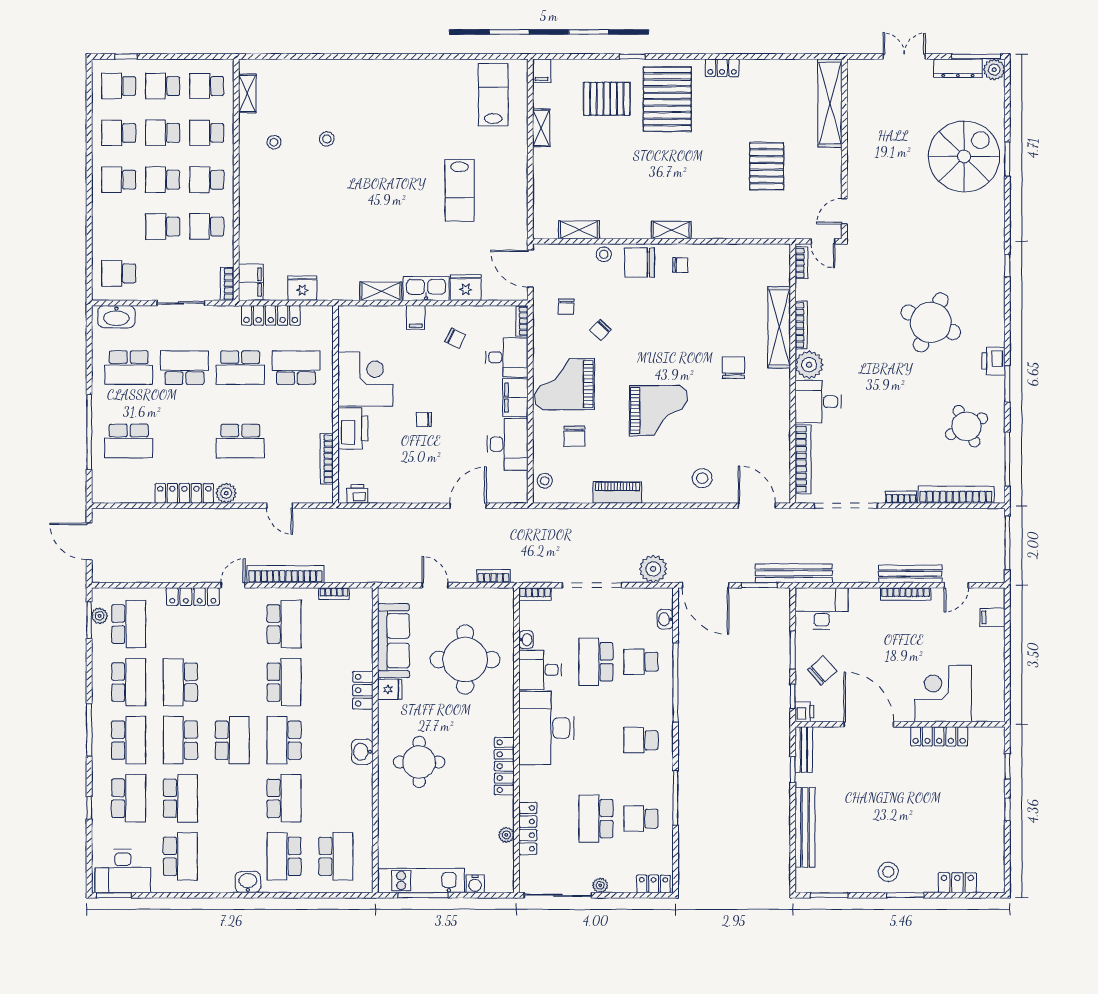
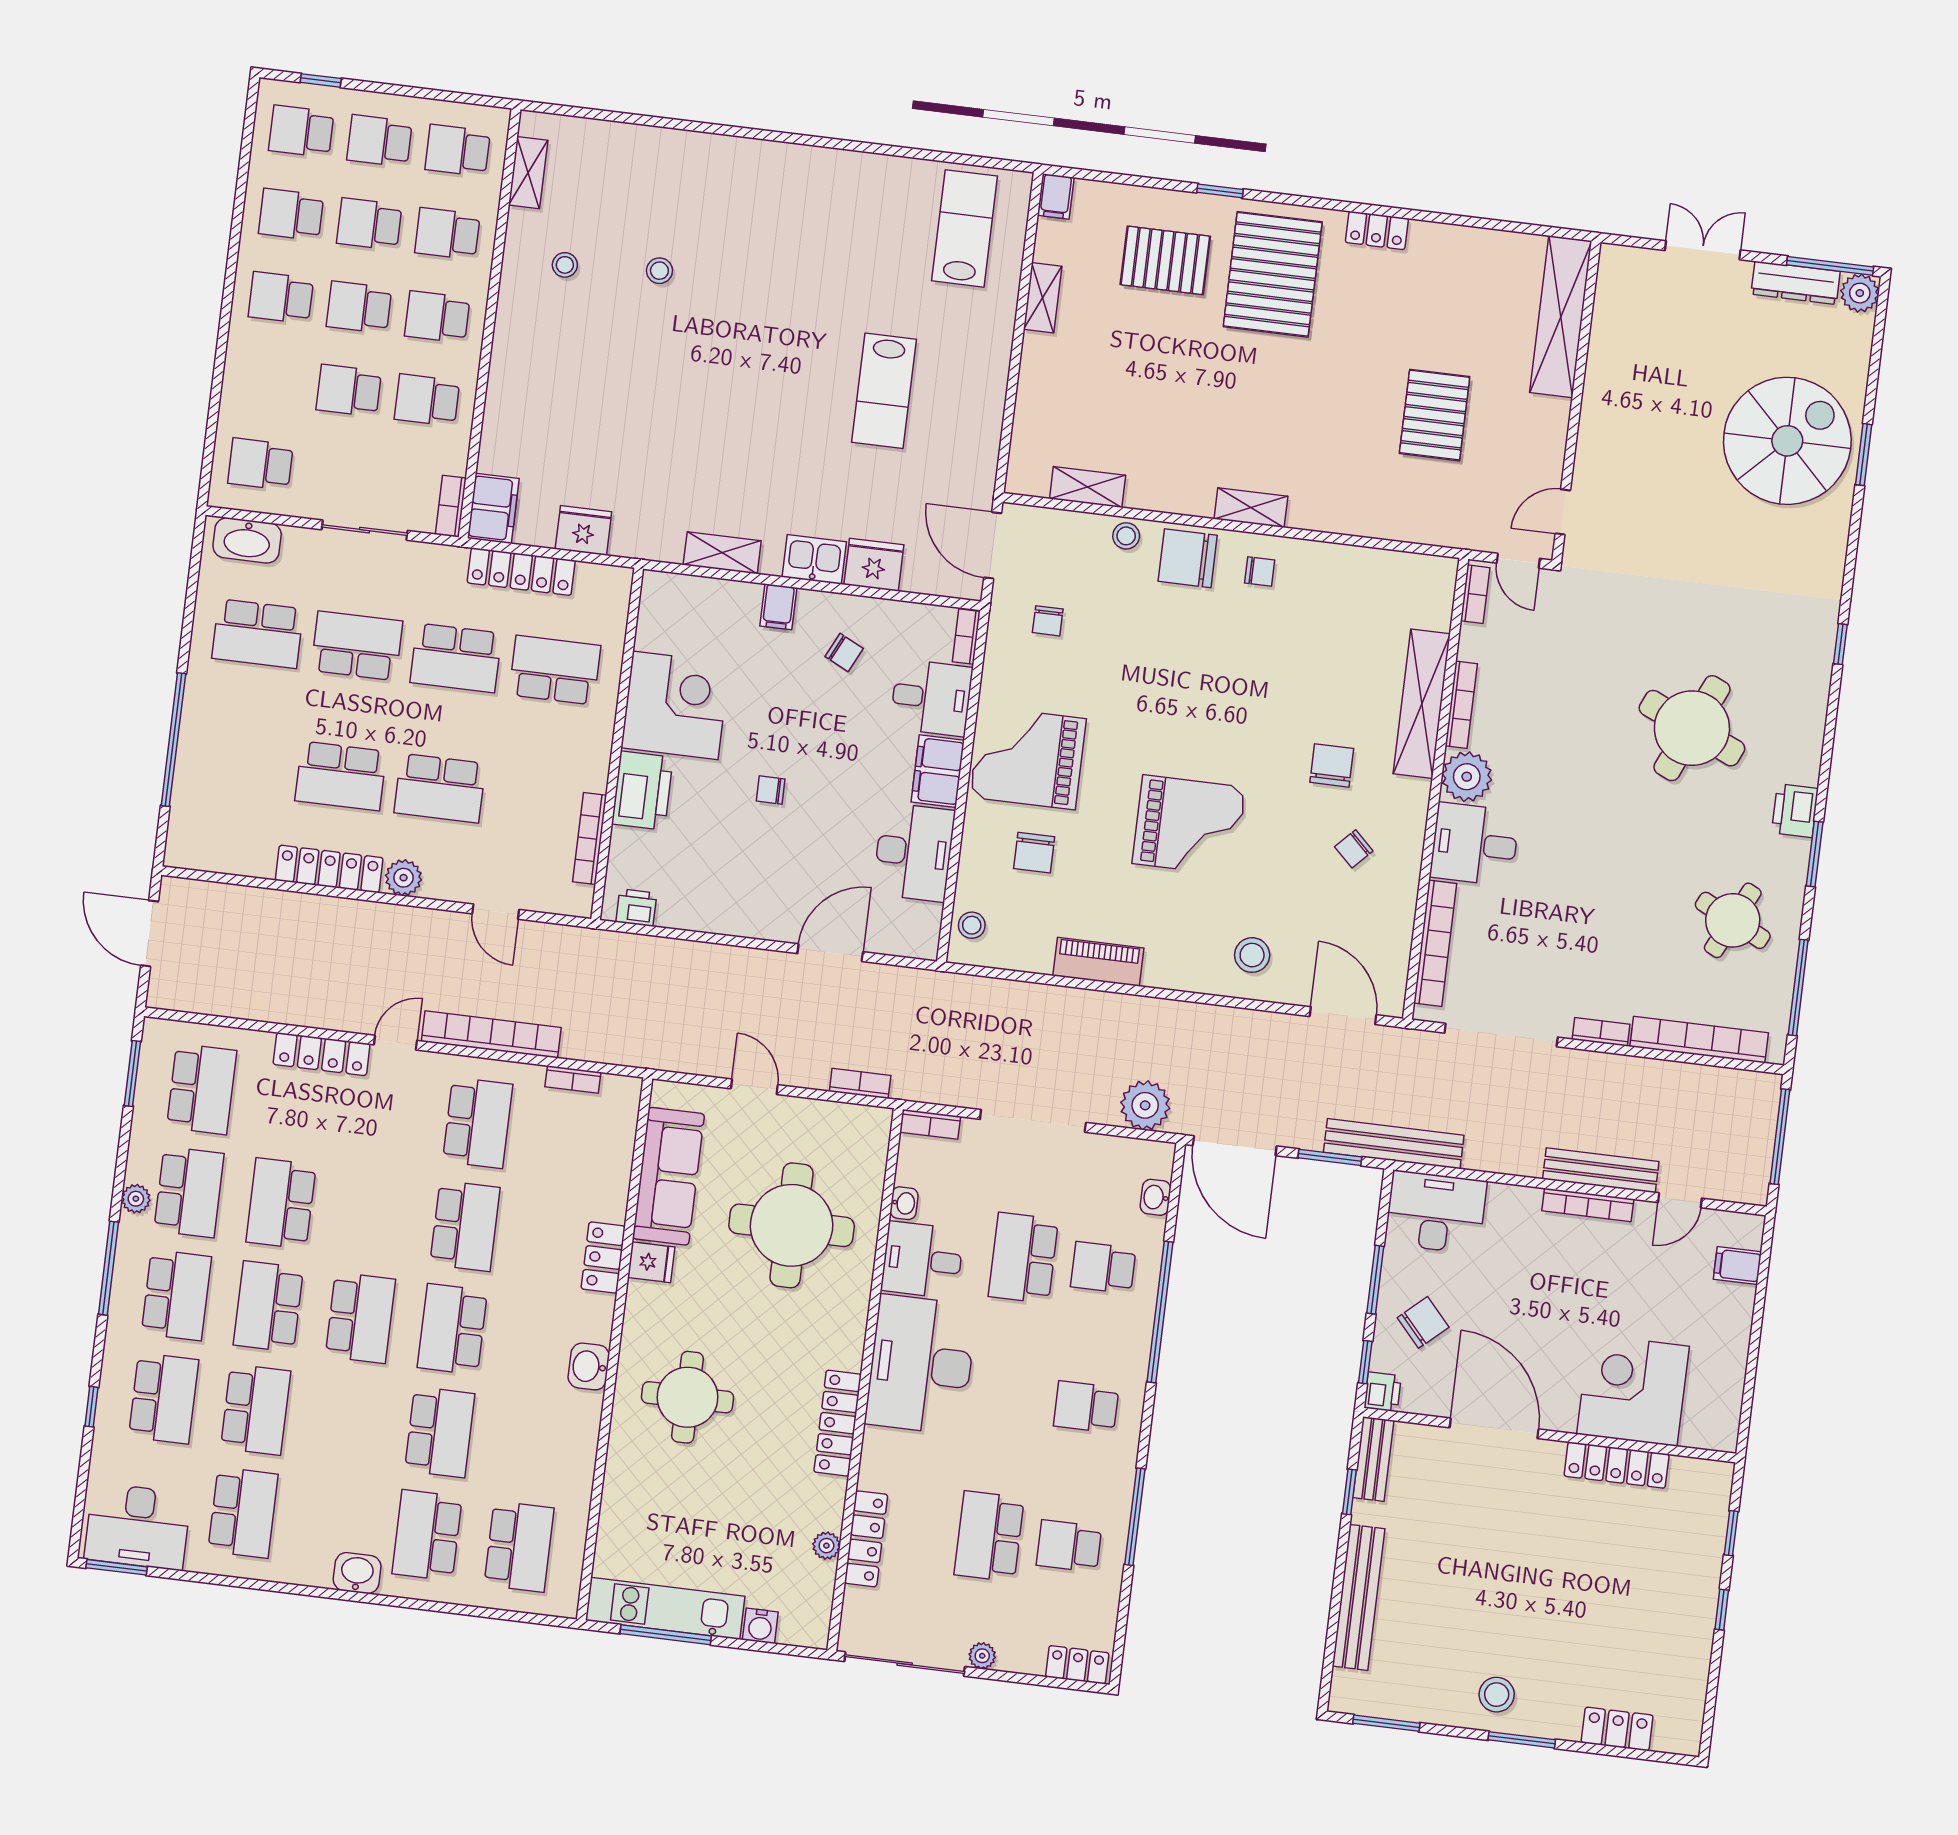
kitchen sink: (426, 289) -> (814, 559), width x0.73
chair: (600, 330) -> (1354, 849), moved
round table: (966, 426) -> (1733, 920), turned -37
school desk: (129, 441) -> (341, 776), moved
plant: (100, 616) -> (136, 1199), moved

